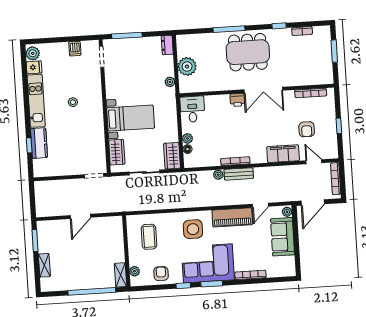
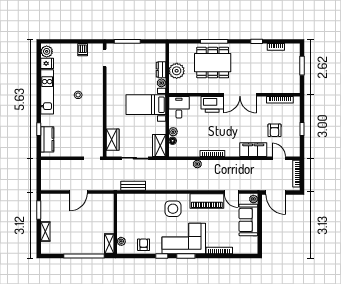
dresser: (167, 45) -> (161, 70), moved
dining table: (248, 52) -> (213, 63), moved
printer: (237, 100) -> (212, 104), width x1.87, depth x1.48
bed with nightstands: (131, 118) -> (146, 105), moved, turned 180
kitchen counter: (39, 143) -> (47, 139), moved
bench: (239, 174) -> (133, 186), moved
door: (313, 202) -> (276, 193), hinge flipped
door: (260, 205) -> (231, 192), hinge flipped
coffee table: (149, 237) -> (135, 213), removed

